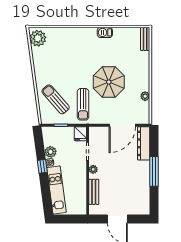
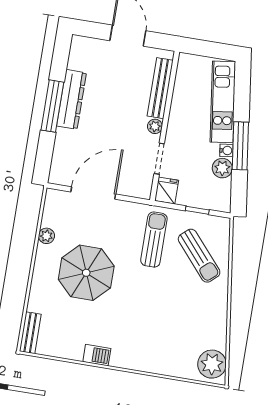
parasol: (109, 82) -> (86, 273), moved
dresser: (144, 143) -> (72, 99), moved
window: (42, 166) -> (240, 146), width x2.17
bench: (94, 192) -> (160, 88), width x1.36

